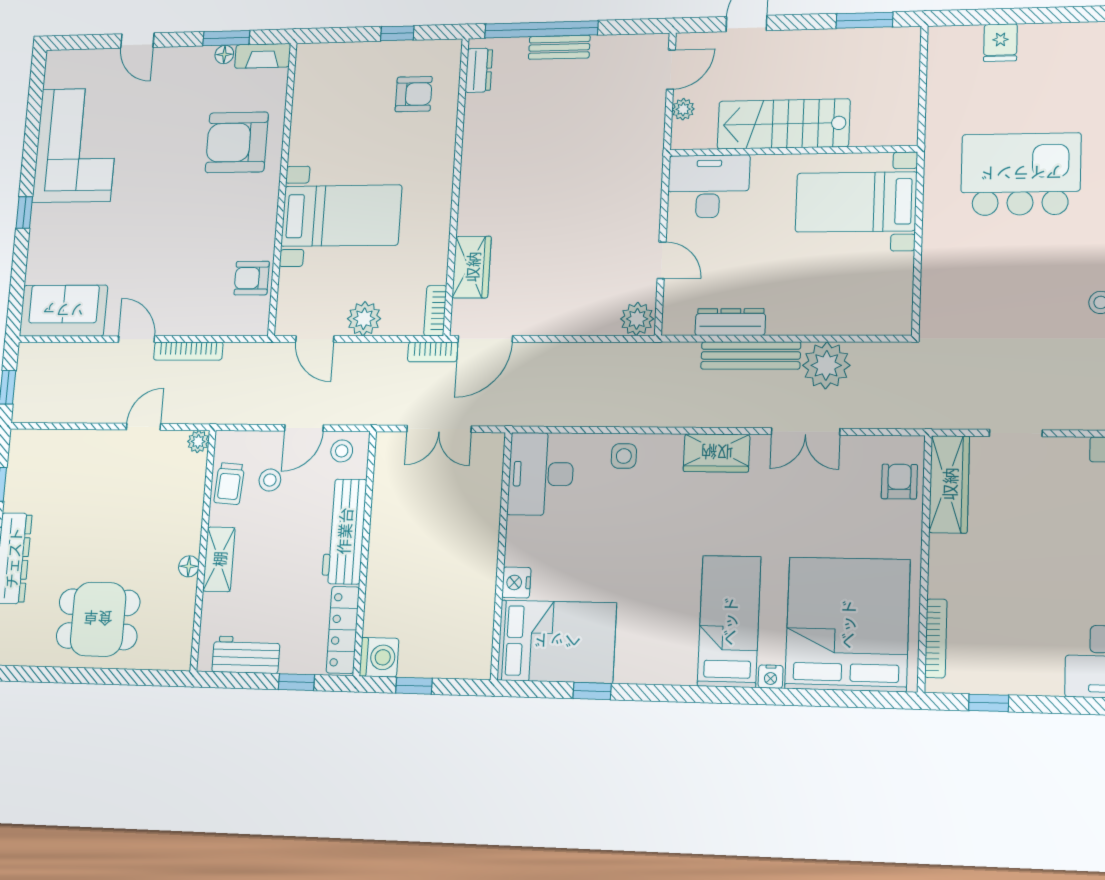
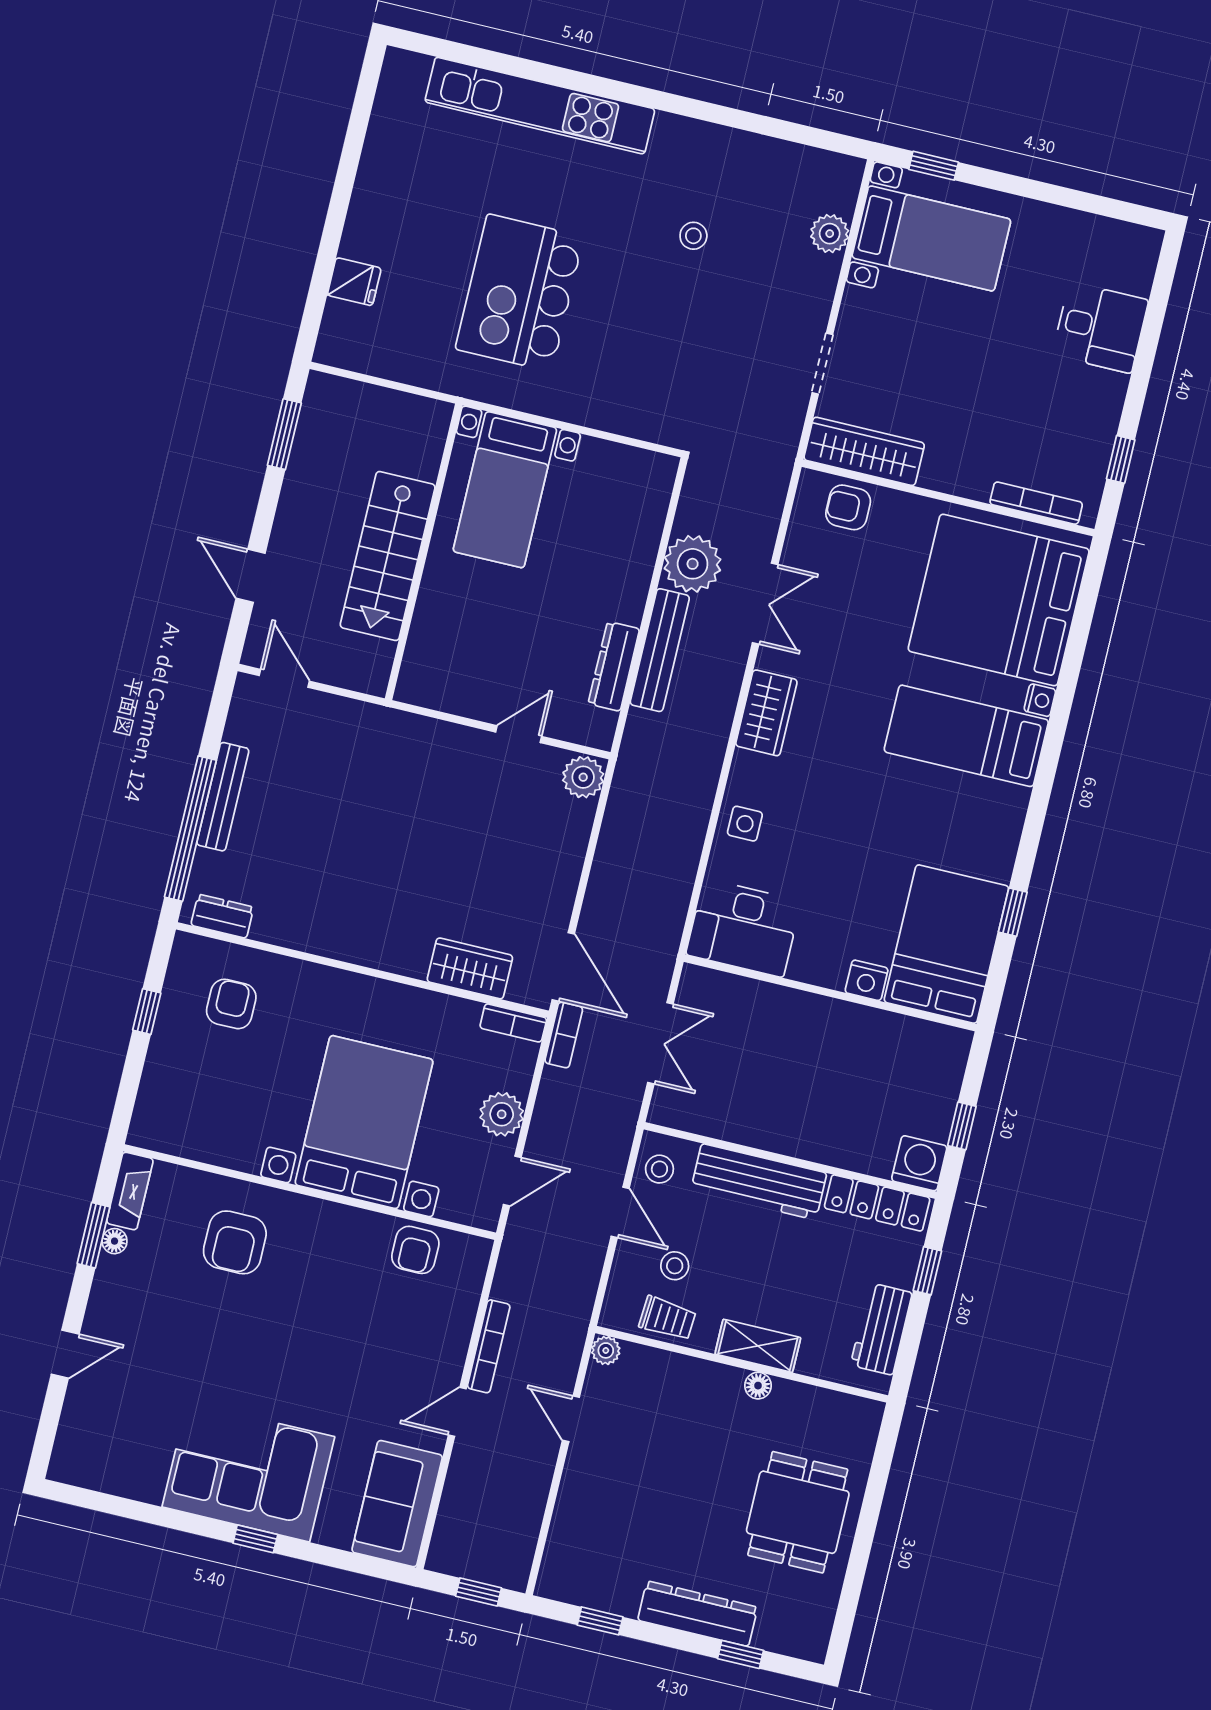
bench: (559, 47) -> (223, 797), width x1.36
plant: (683, 109) -> (338, 673), removed
armchair: (237, 142) -> (235, 1242), width x0.73, depth x0.73
corner sofa: (76, 145) -> (248, 1472), moved
desk: (708, 186) -> (442, 661), removed
bed with nightstands: (341, 216) -> (364, 1122), width x1.36

